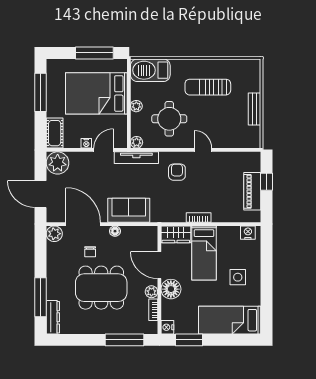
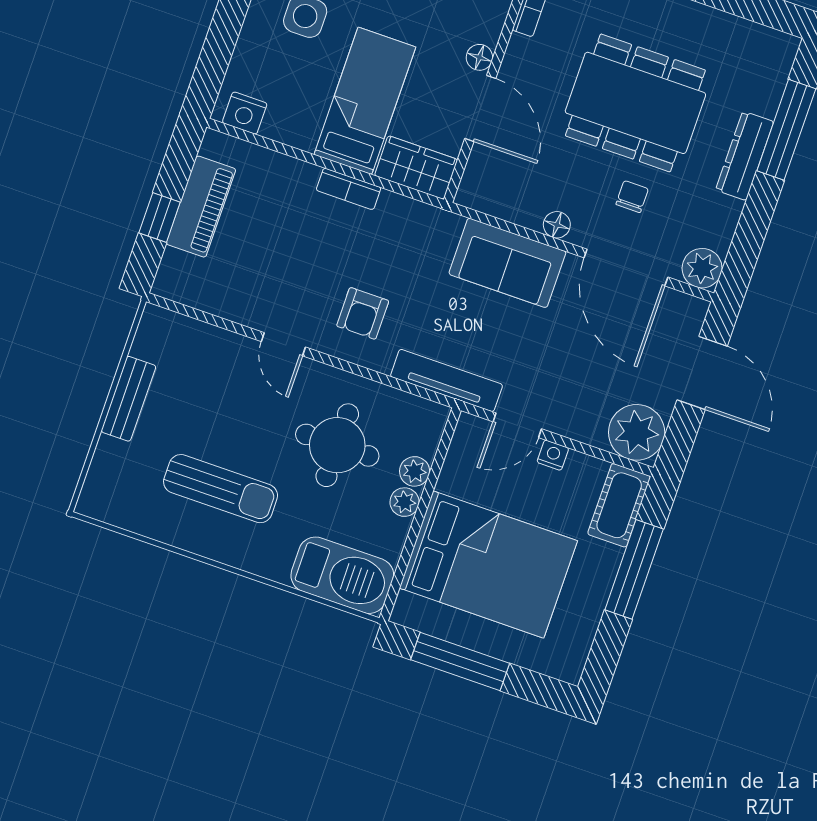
window: (41, 92) -> (634, 569), moved
plant: (137, 142) -> (415, 471), moved
floor lamp: (171, 289) -> (479, 57), width x0.53, depth x0.53
plant: (151, 292) -> (520, 52), removed
dresser: (53, 317) -> (745, 156), moved

